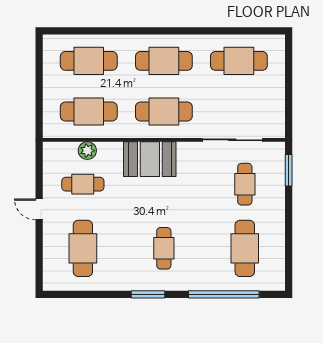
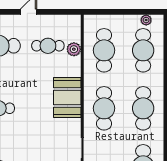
plant: (50, 57) -> (146, 20), added
cafe table: (83, 184) -> (48, 46), turned 90

